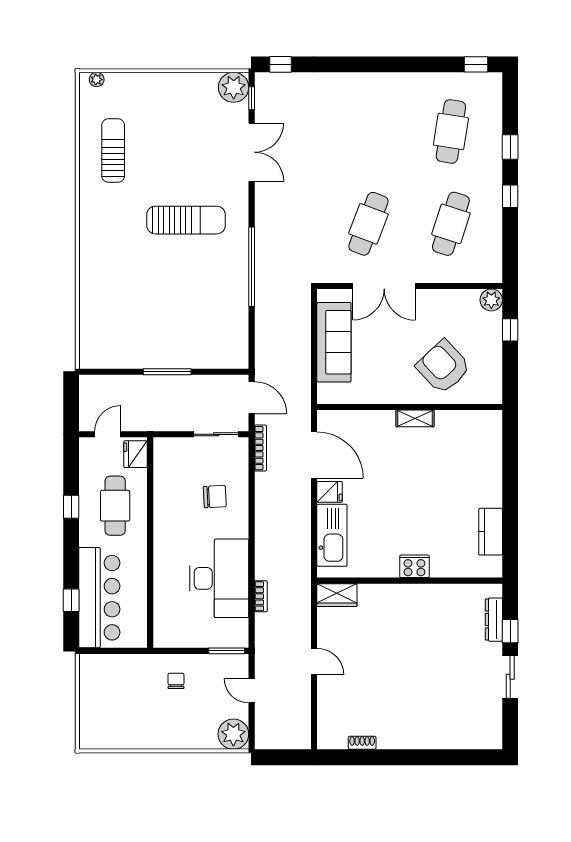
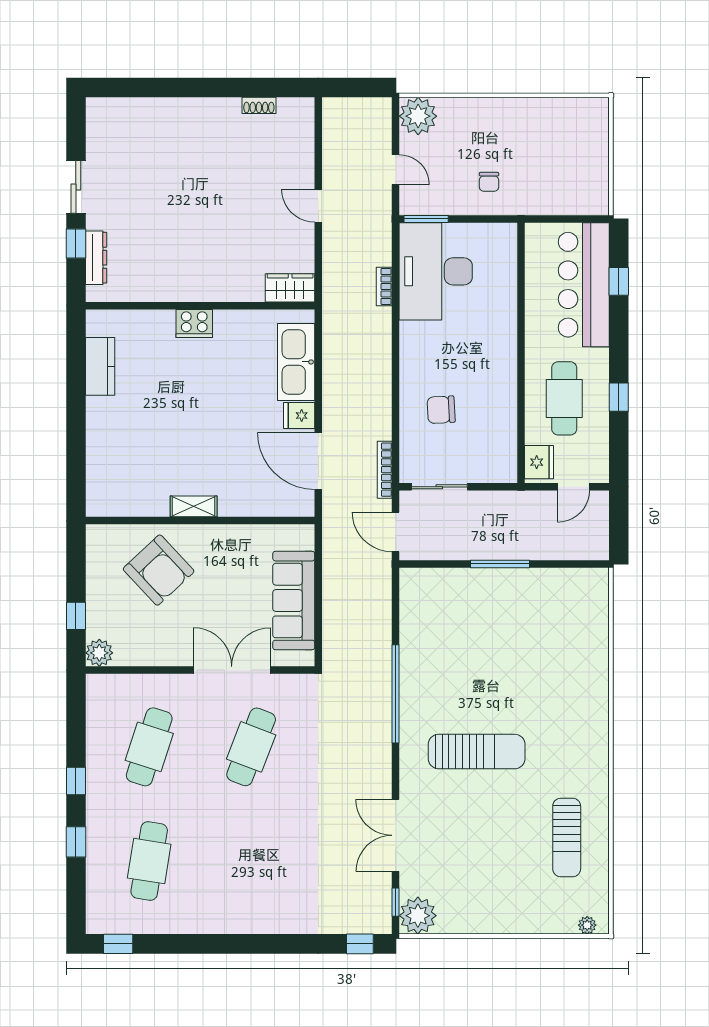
sun lounger: (186, 220) -> (477, 752), turned 180
desk: (219, 578) -> (436, 271), moved

